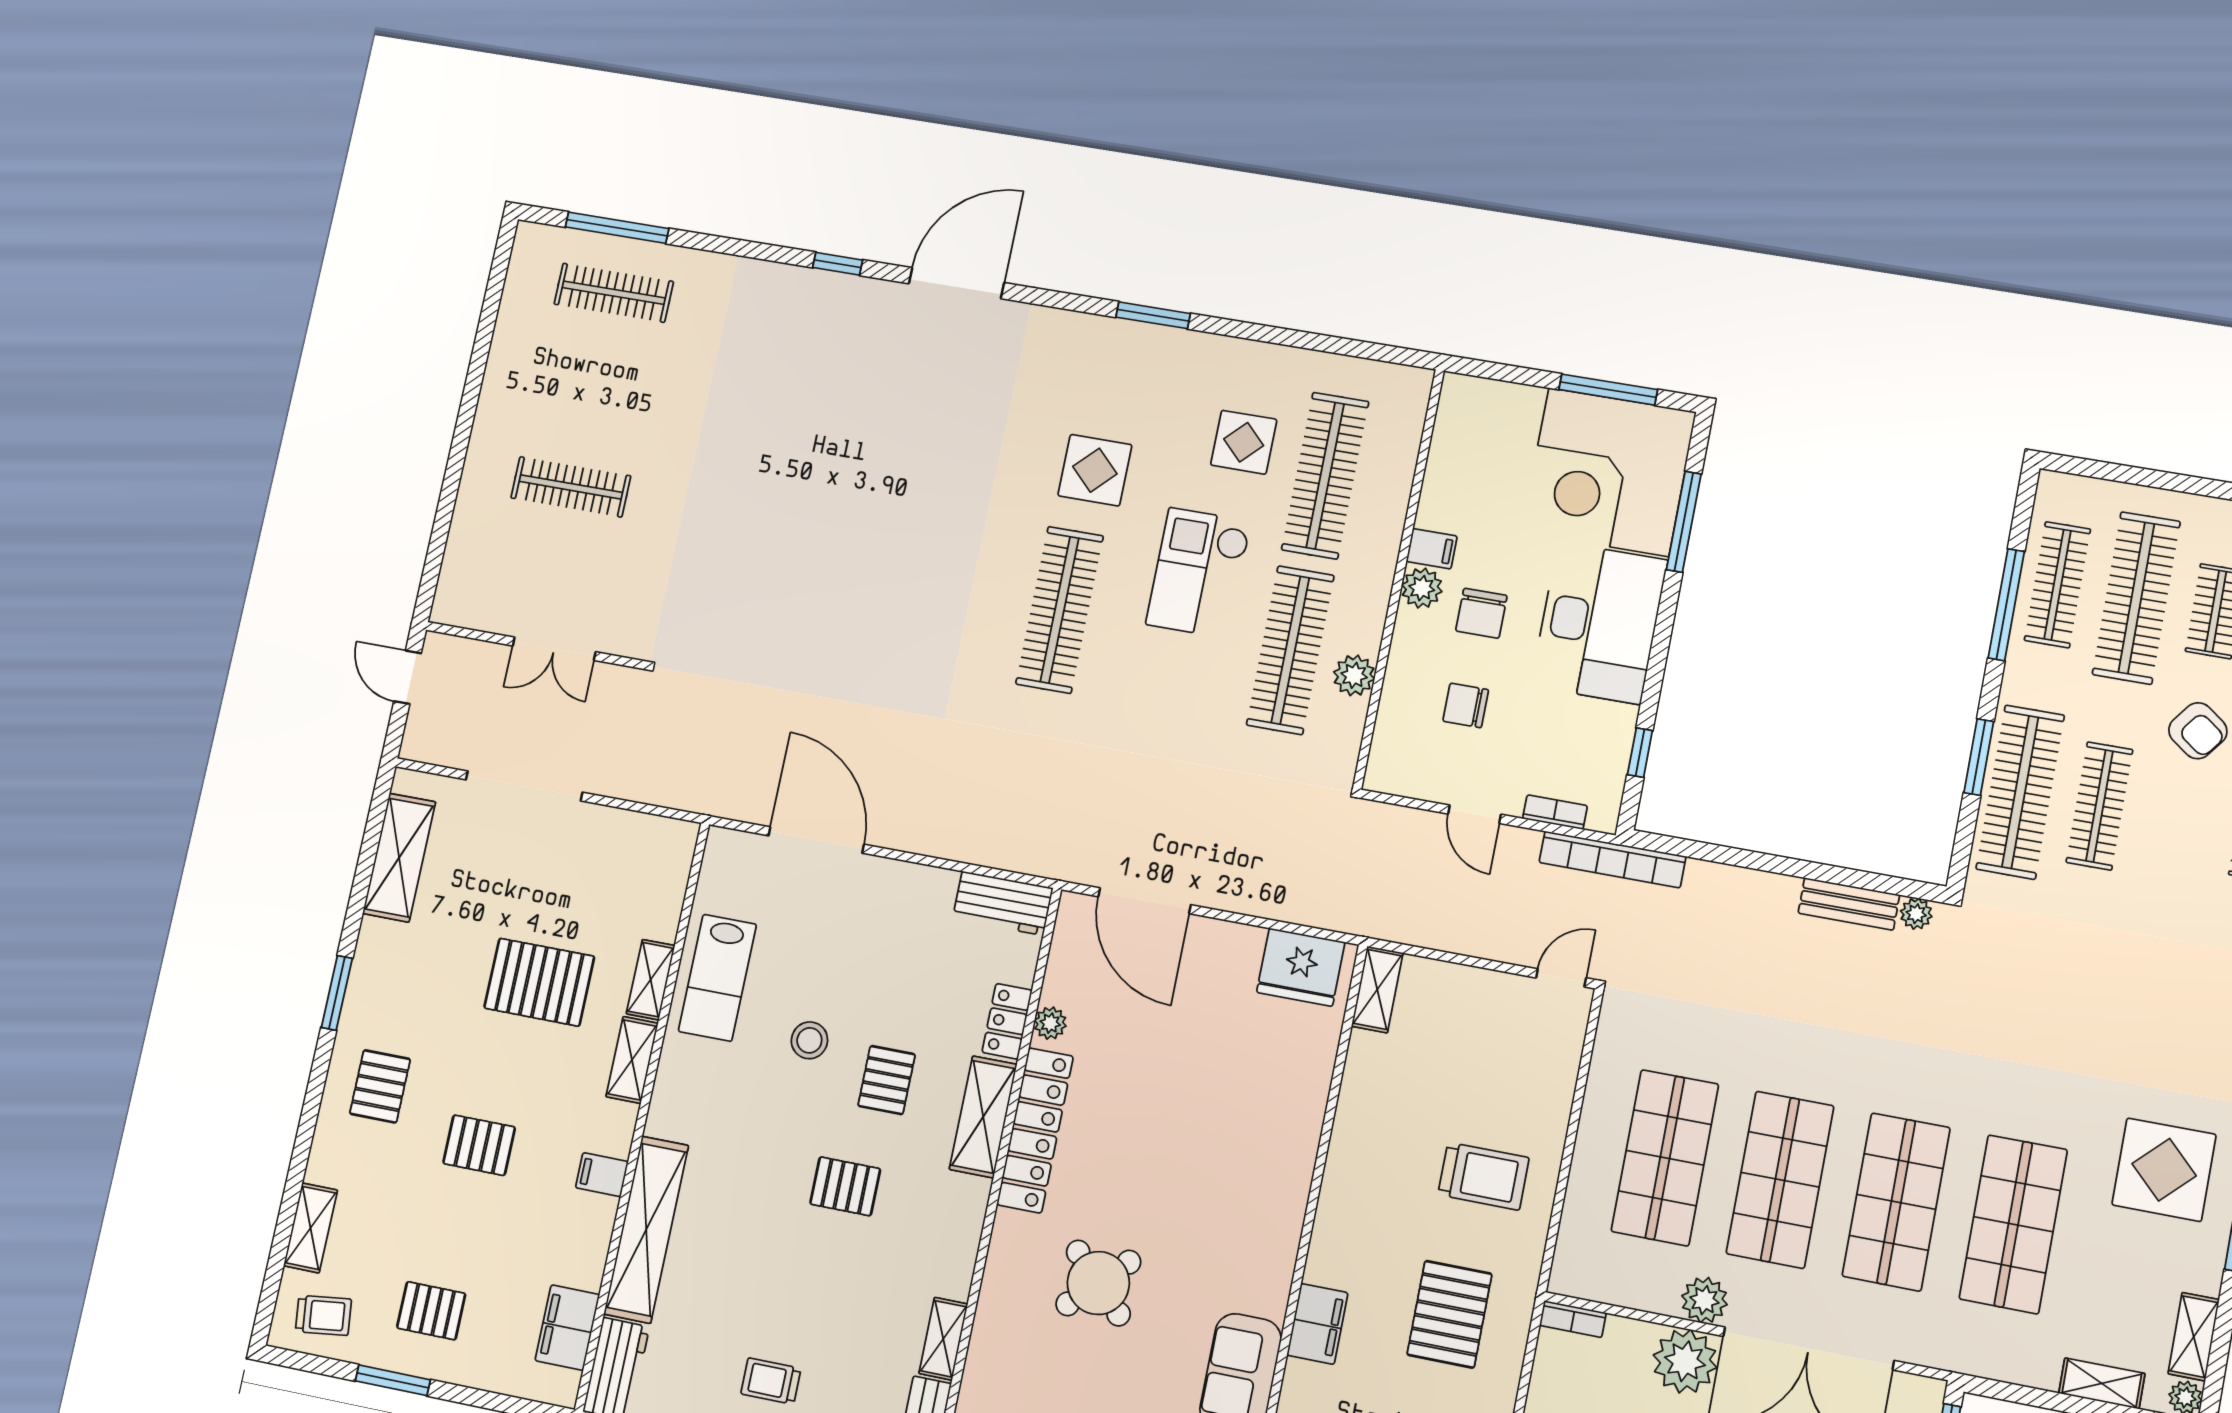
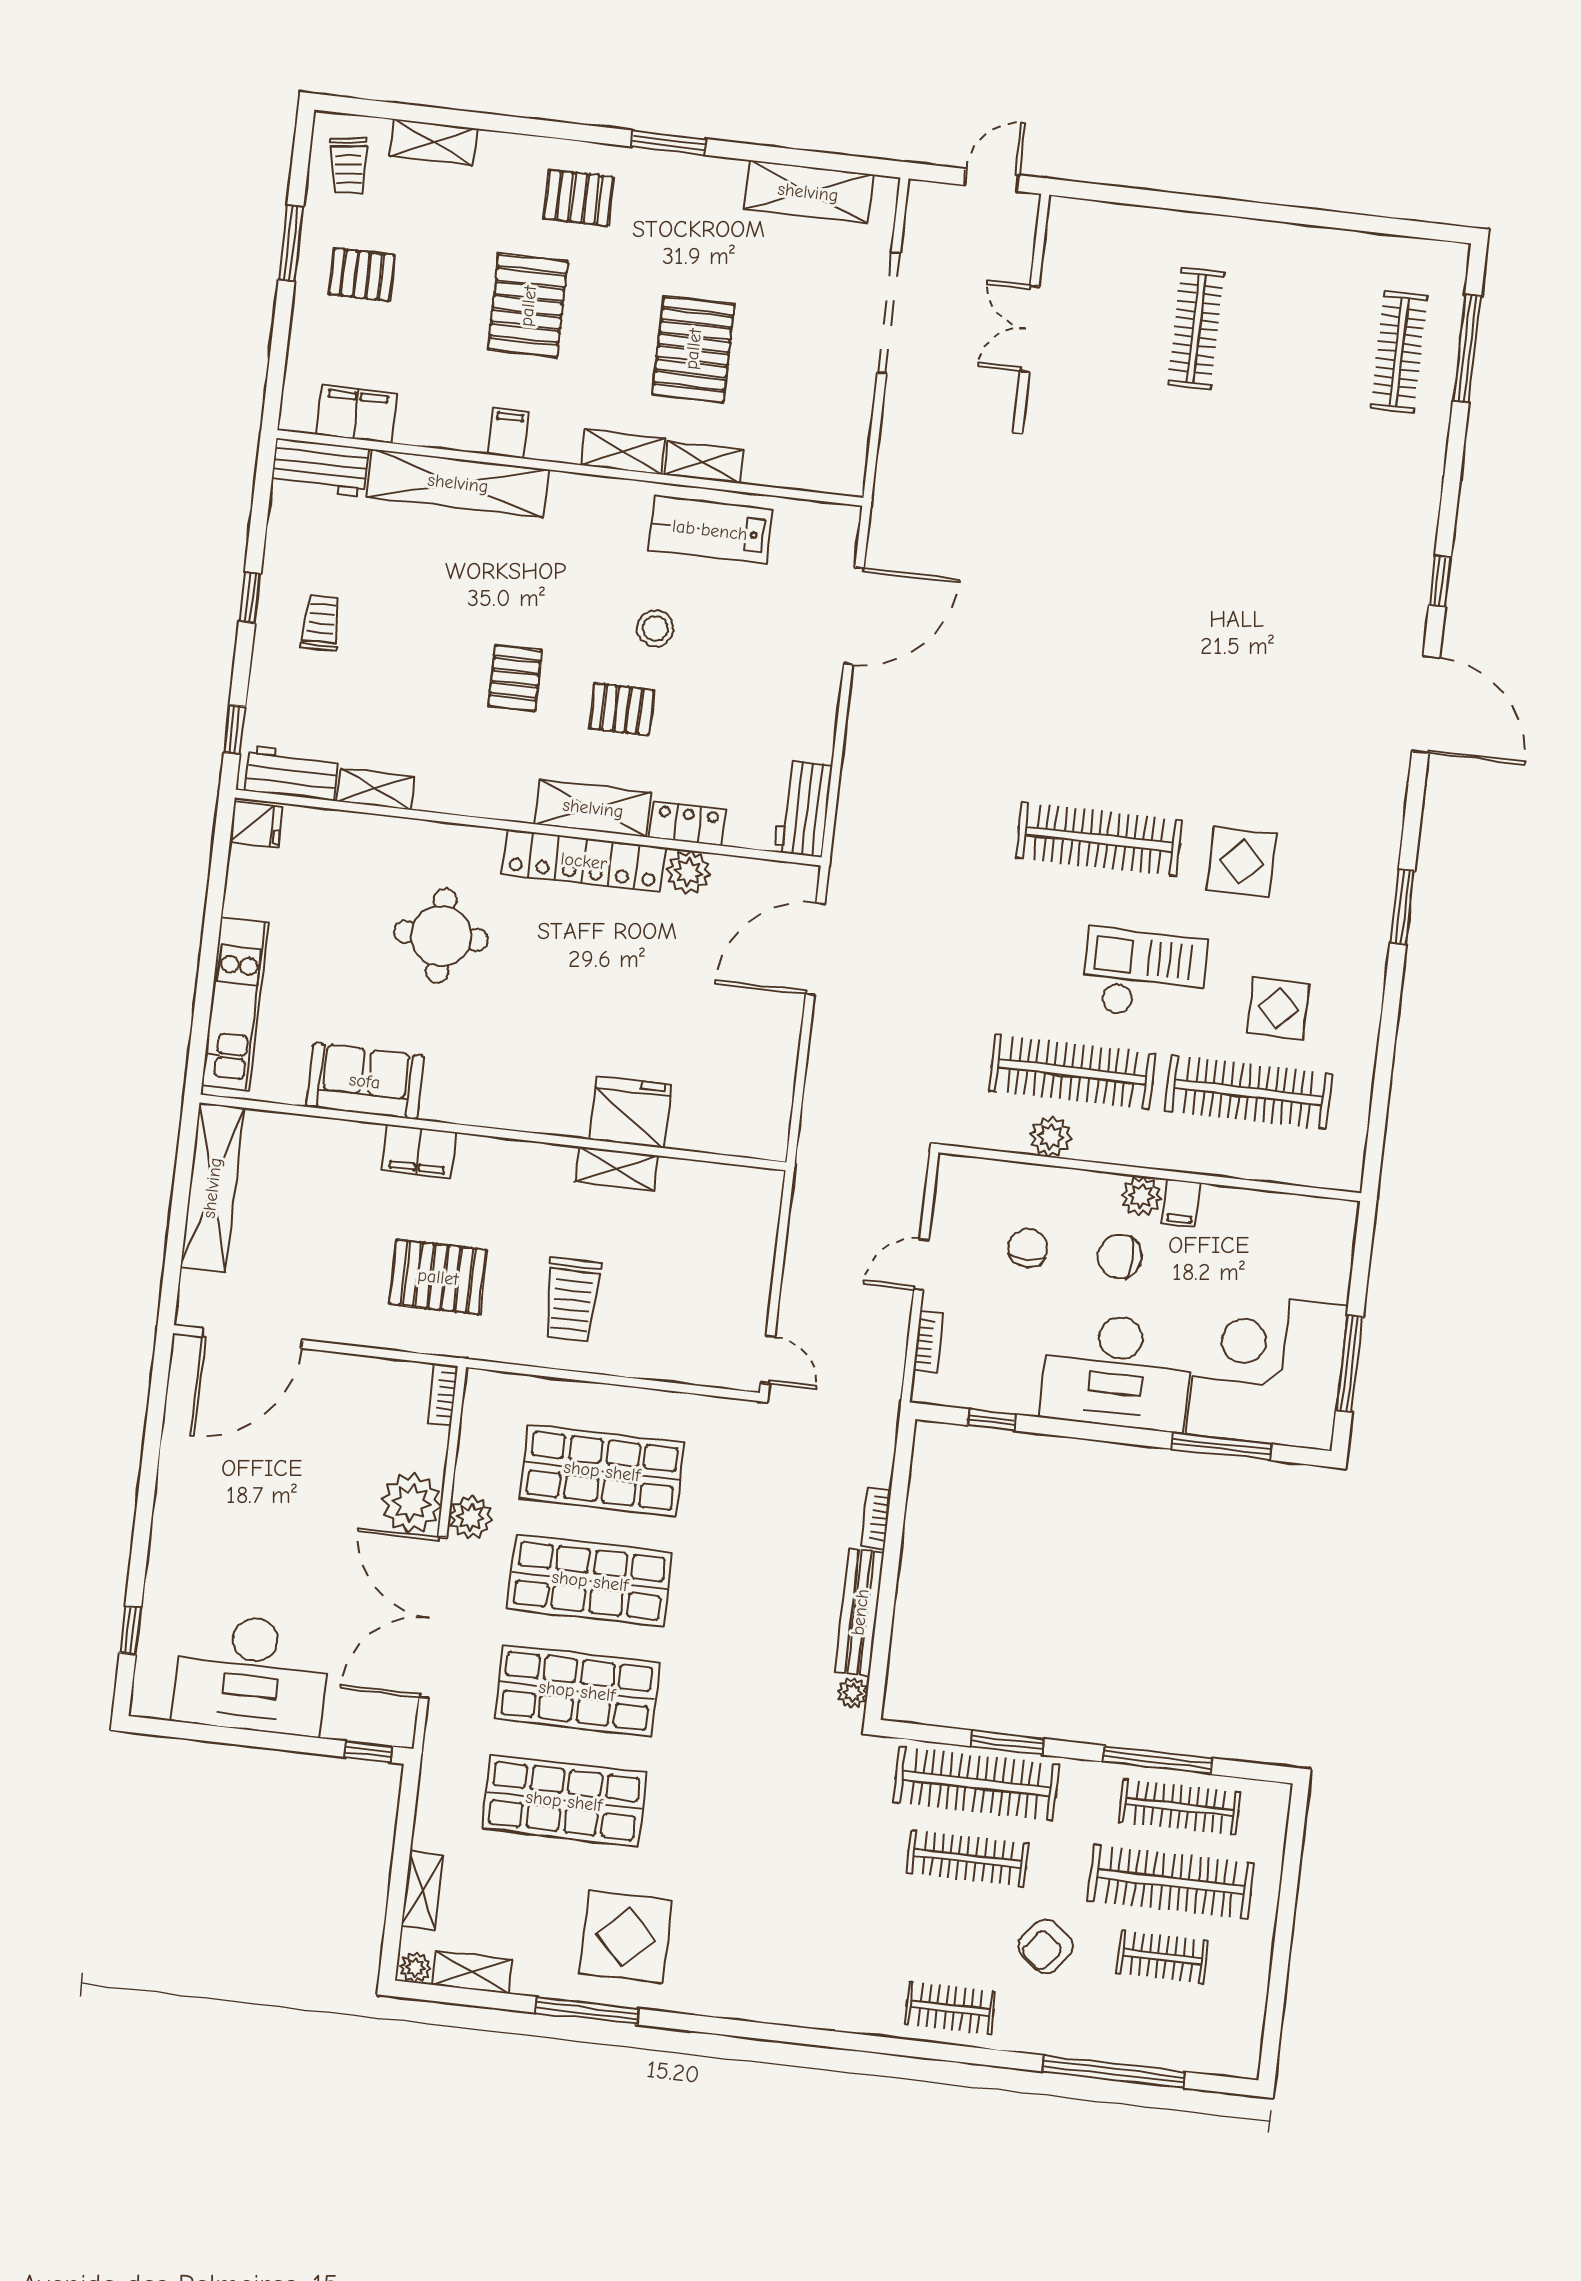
bookcase: (1612, 859) -> (876, 1518), moved, width x0.43, depth x0.76
bench: (1849, 904) -> (860, 1612), width x1.36
fridge: (1301, 967) -> (630, 1112), moved, turned 90
shelving: (1377, 989) -> (617, 1169), moved
plant: (1050, 1023) -> (688, 872), width x1.38, depth x1.38
pallet: (479, 1145) -> (528, 306), width x1.50, depth x1.42
round table: (1098, 1283) -> (441, 936), turned 45
pallet: (431, 1311) -> (362, 275), turned 90

